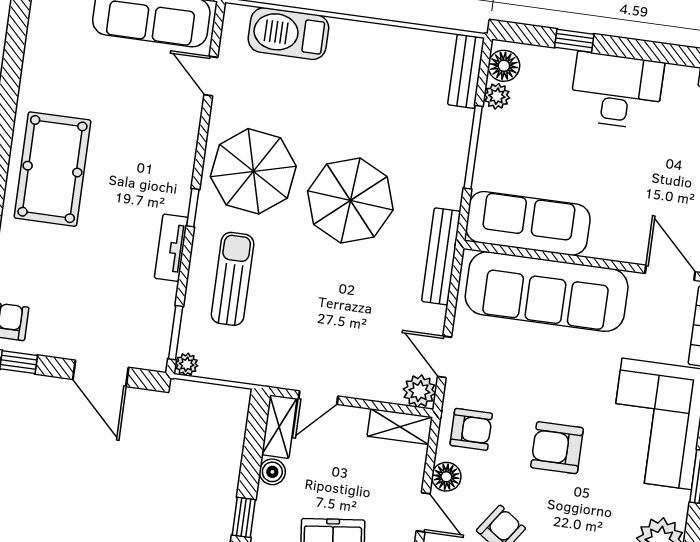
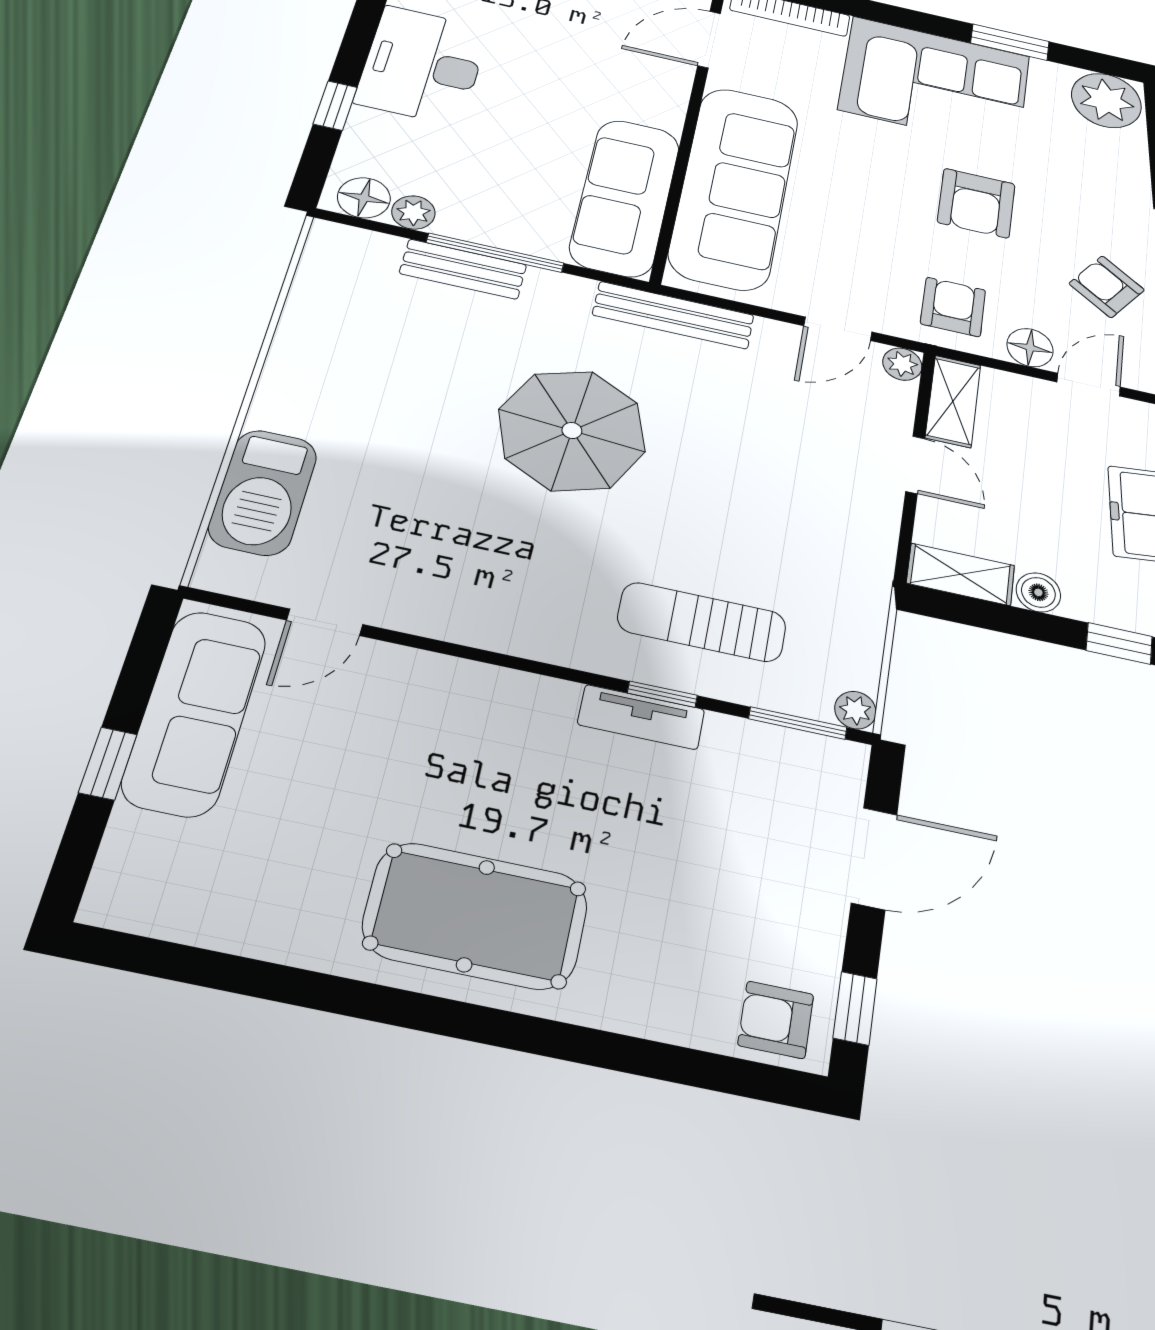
bench: (466, 71) -> (463, 269), moved
parasol: (253, 171) -> (509, 571), removed
window: (193, 208) -> (662, 694), moved
plant: (419, 391) -> (902, 364), width x0.73, depth x0.73
door: (318, 398) -> (915, 465), moved

